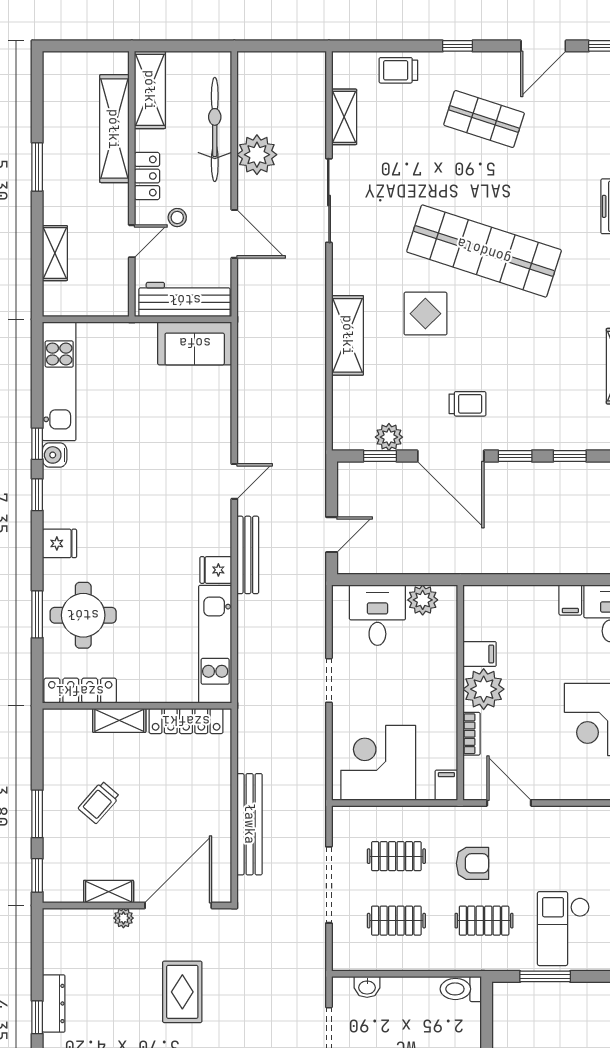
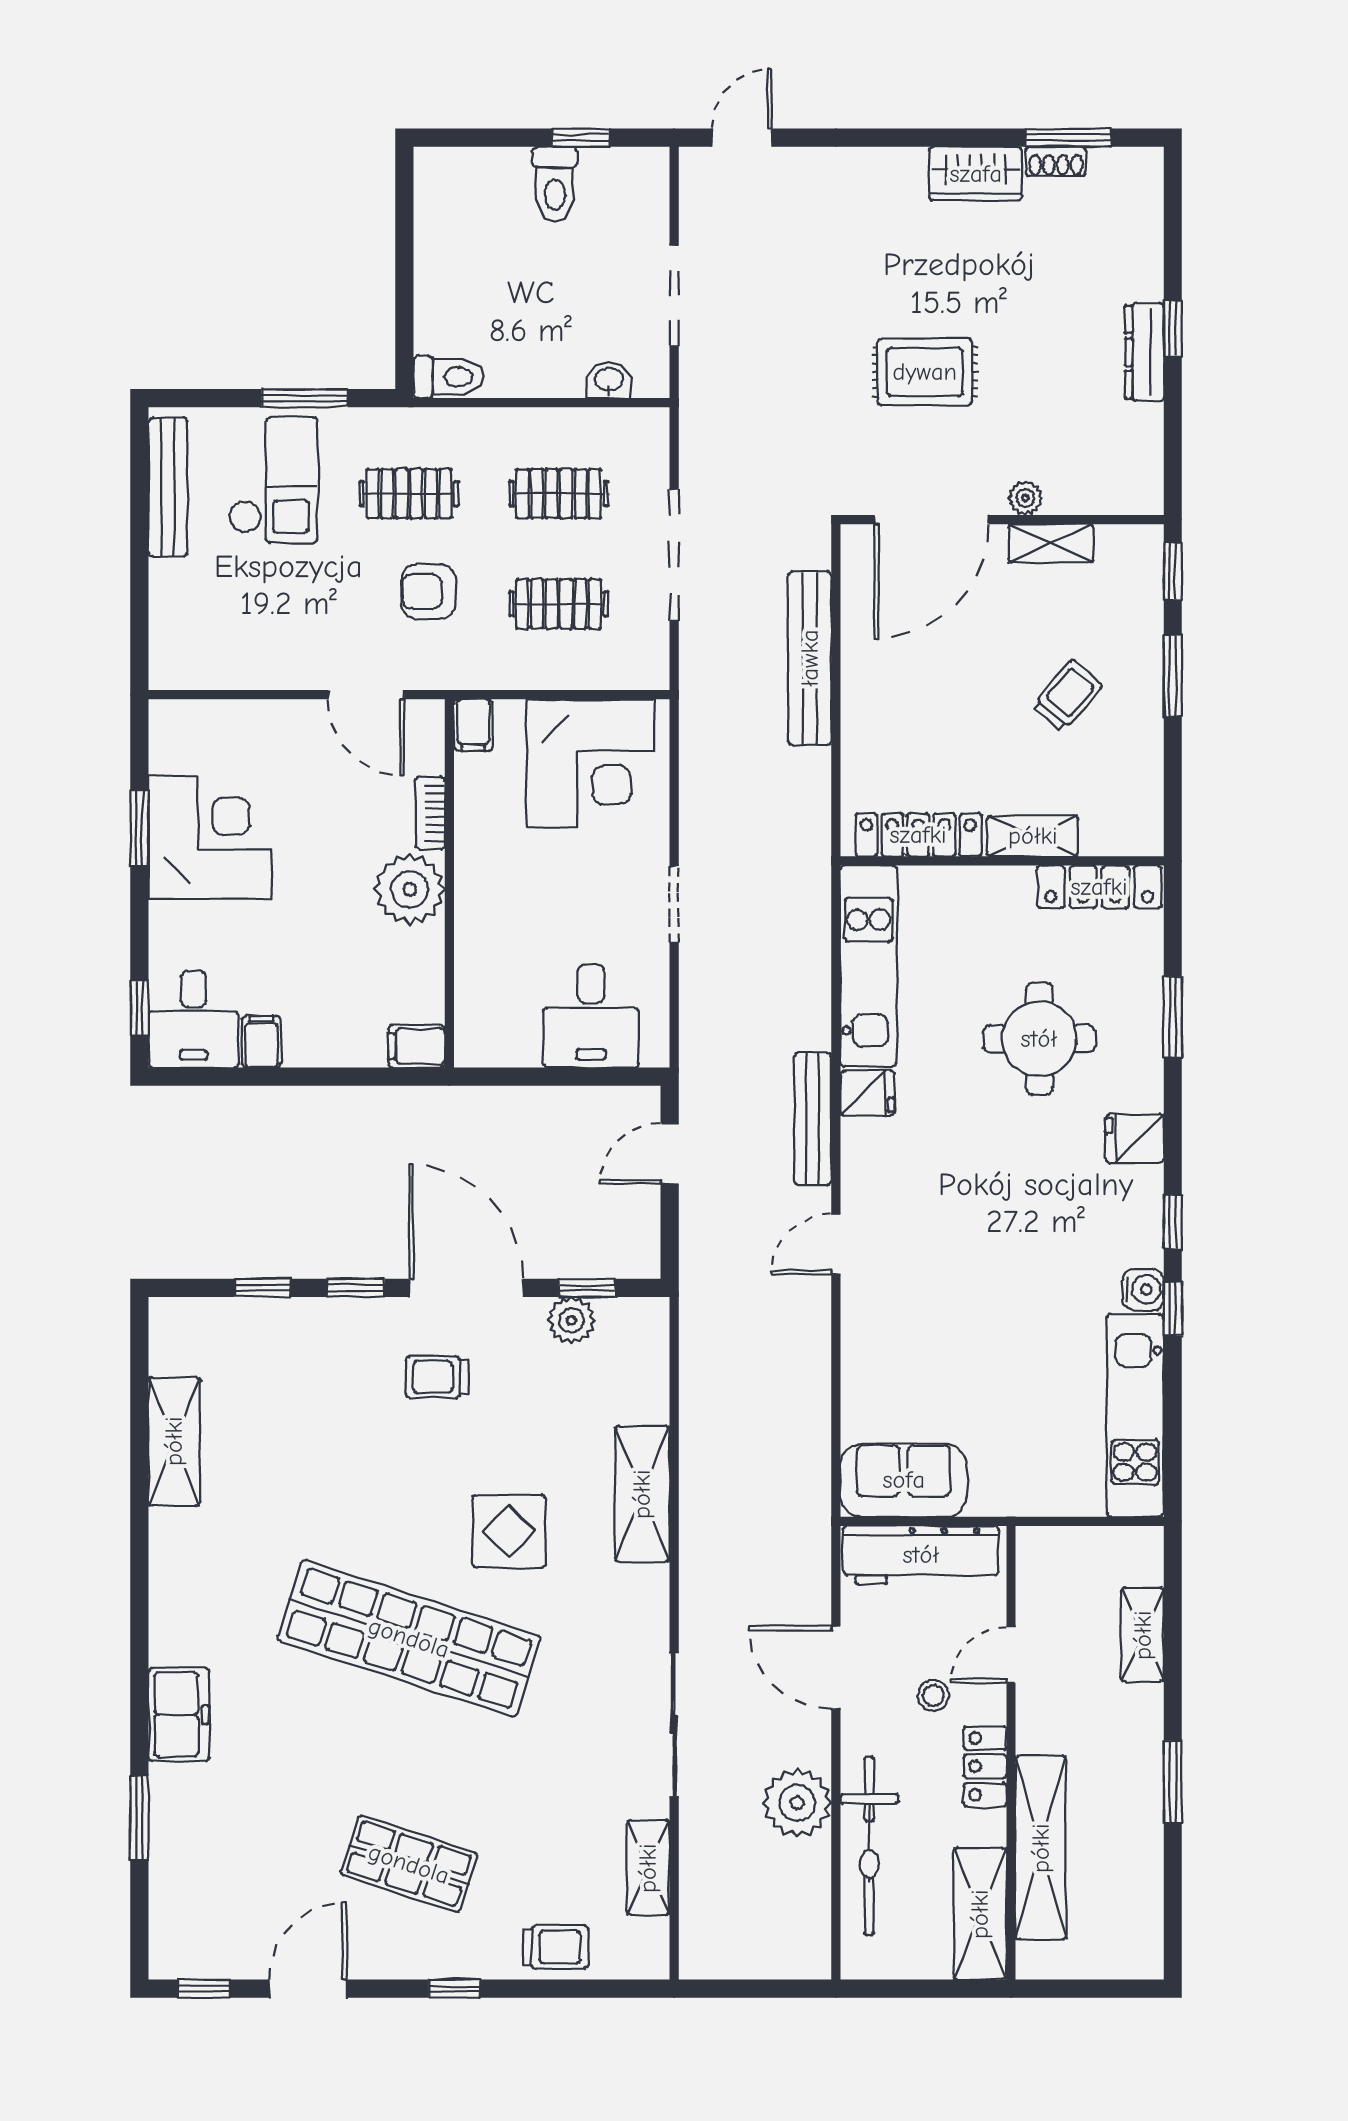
plant: (423, 600) -> (514, 1042), removed
round table: (83, 615) -> (1039, 1039), moved
filing cabinet: (480, 654) -> (416, 1046), moved
rug: (182, 992) -> (925, 372), turned 90

